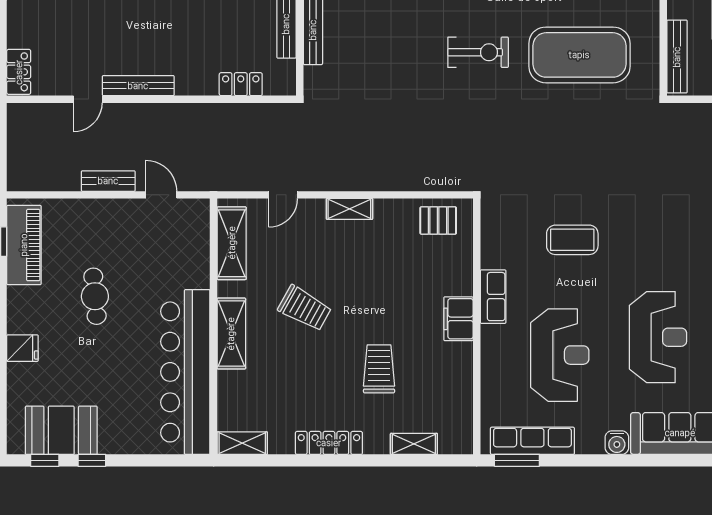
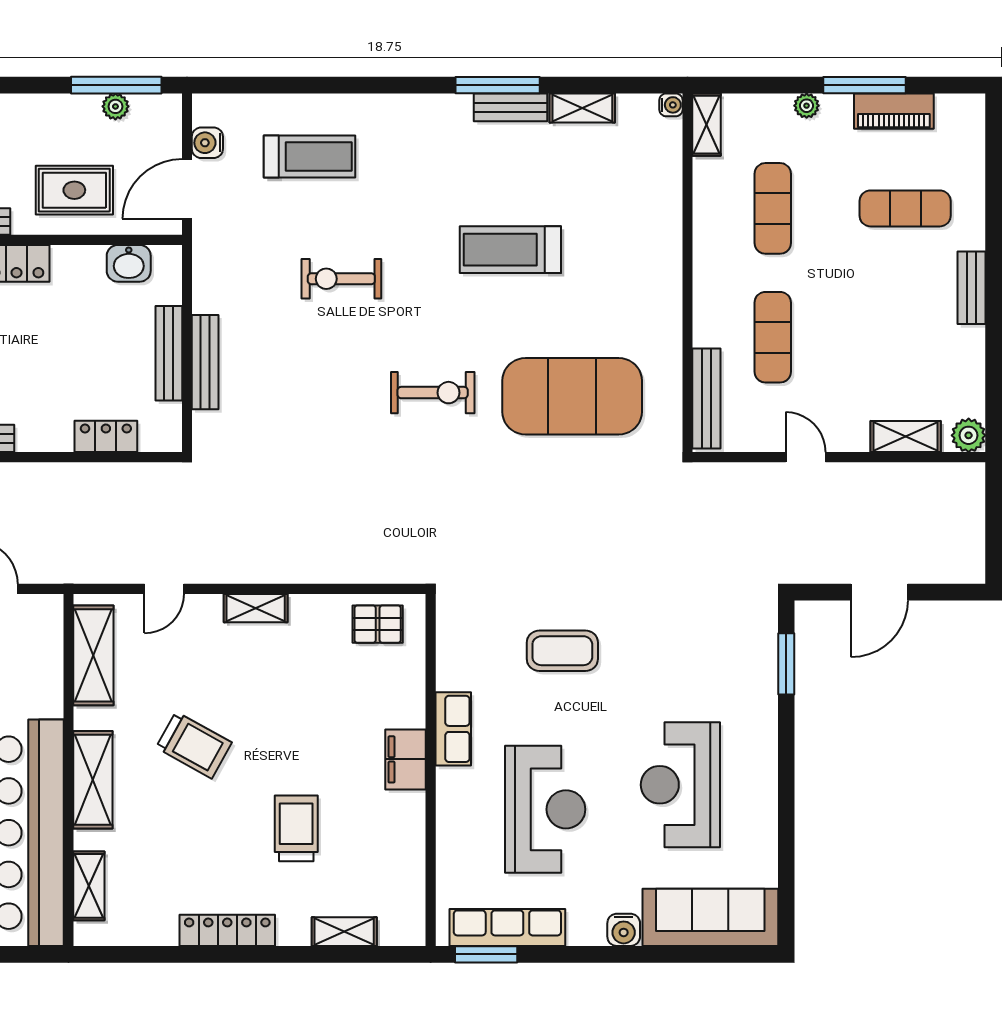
reception desk: (658, 337) -> (680, 785), turned 180
shelving: (242, 443) -> (89, 886), moved, turned 90

